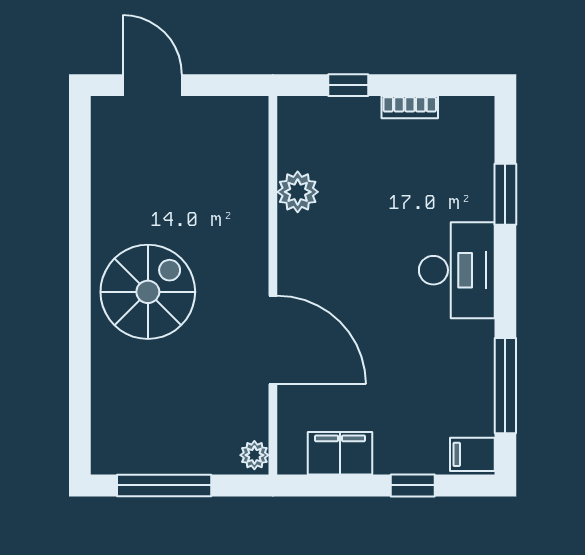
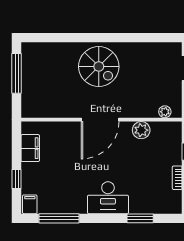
door: (273, 340) -> (100, 120), moved
plant: (254, 455) -> (165, 112), moved

